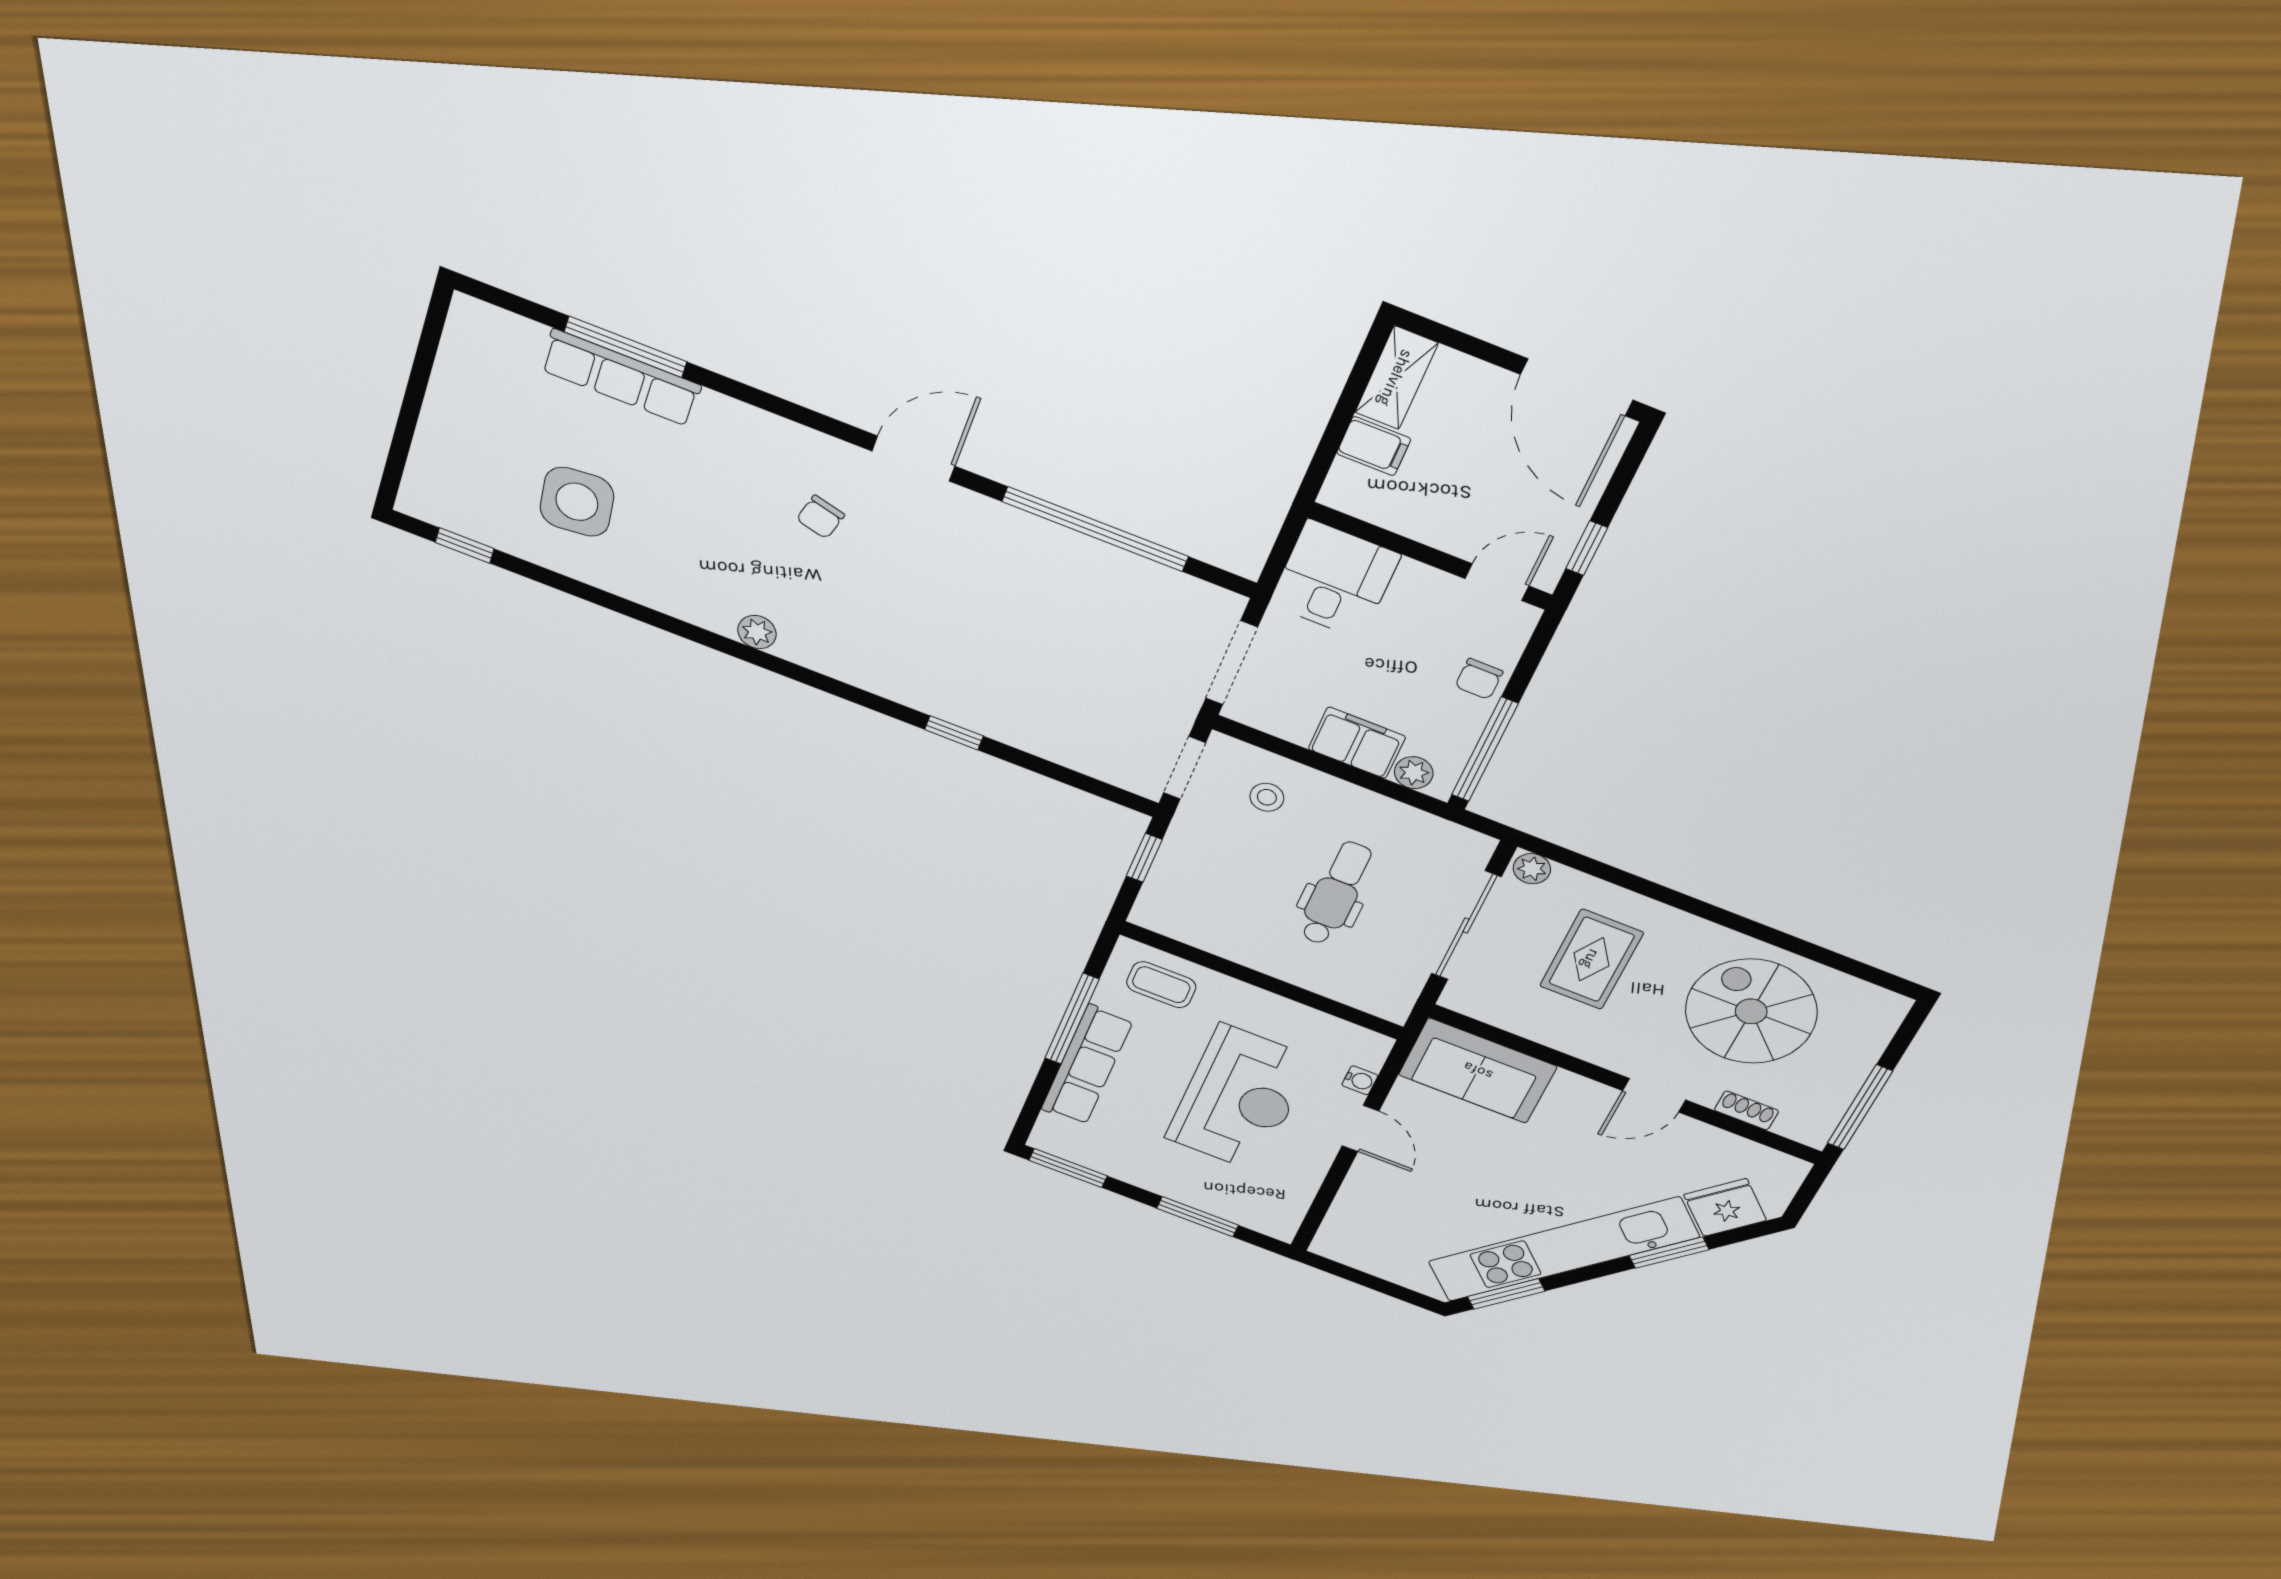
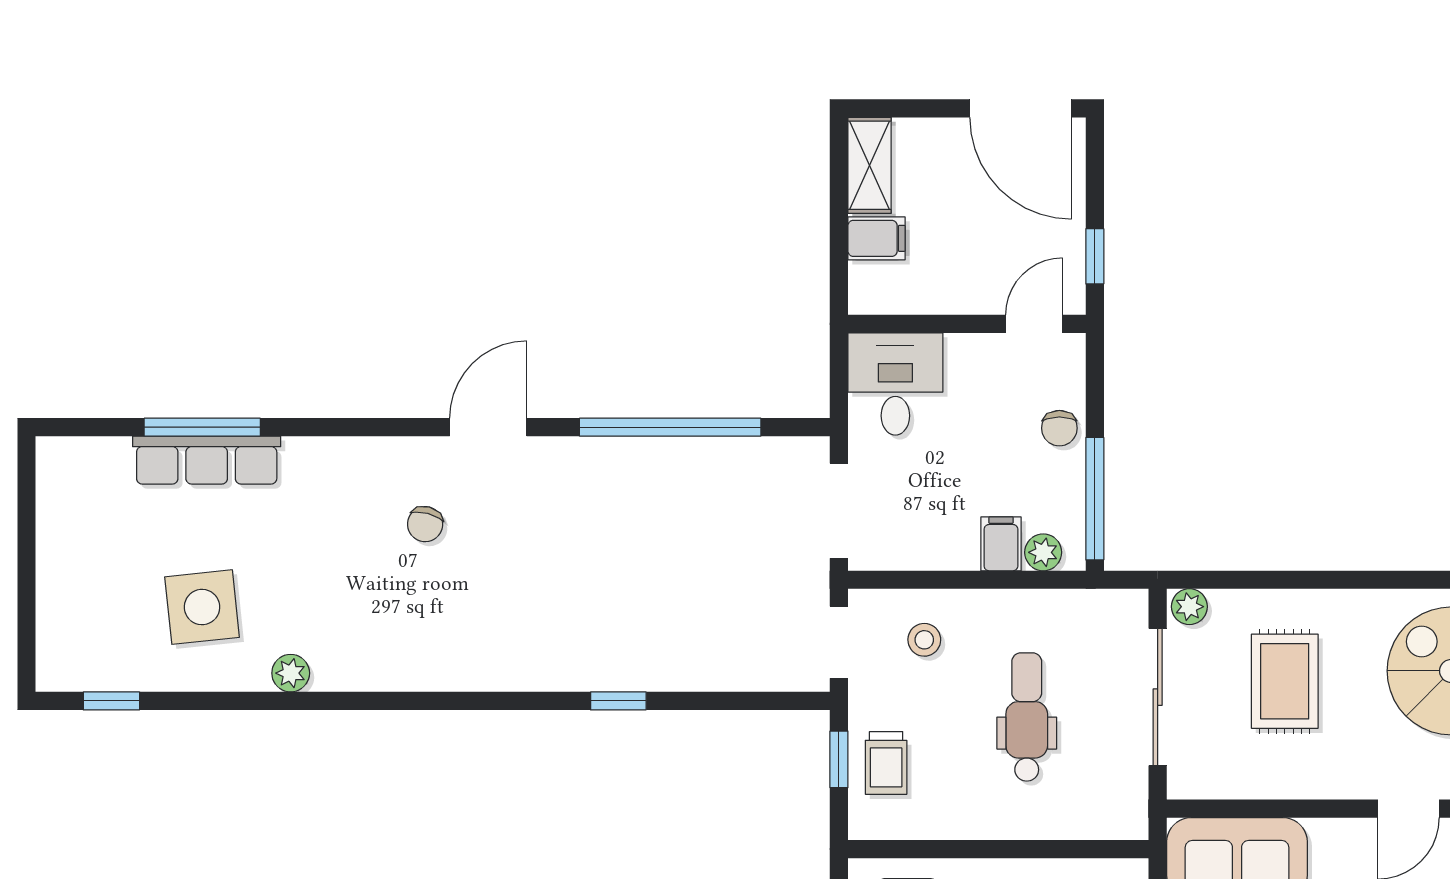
plant: (757, 632) -> (291, 673), moved
filing cabinet: (1357, 743) -> (1001, 544), width x0.50
trolley: (1187, 877) -> (886, 763), added

